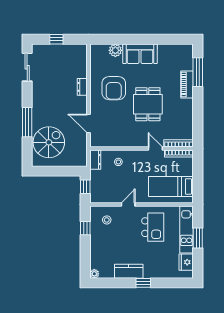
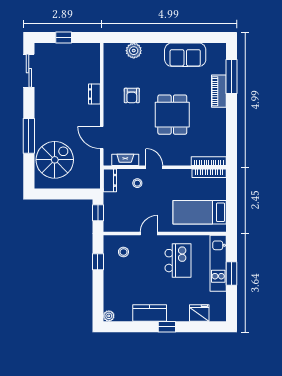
sofa: (140, 54) -> (185, 55), moved
armchair: (114, 88) -> (132, 95), width x0.53, depth x0.53
fireplace: (108, 142) -> (125, 160), added
door: (155, 149) -> (154, 167), moved
fridge: (186, 262) -> (199, 313), moved, turned 90

